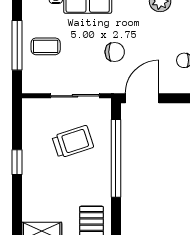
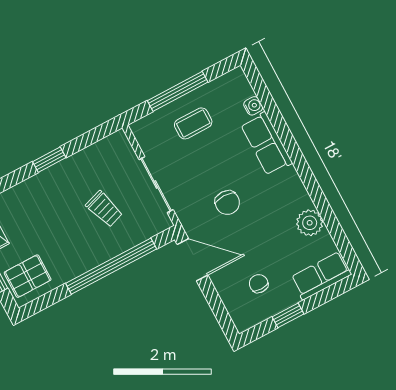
coffee table: (46, 46) -> (193, 123), turned 90
trolley: (73, 142) -> (104, 209), width x0.73, depth x0.72

